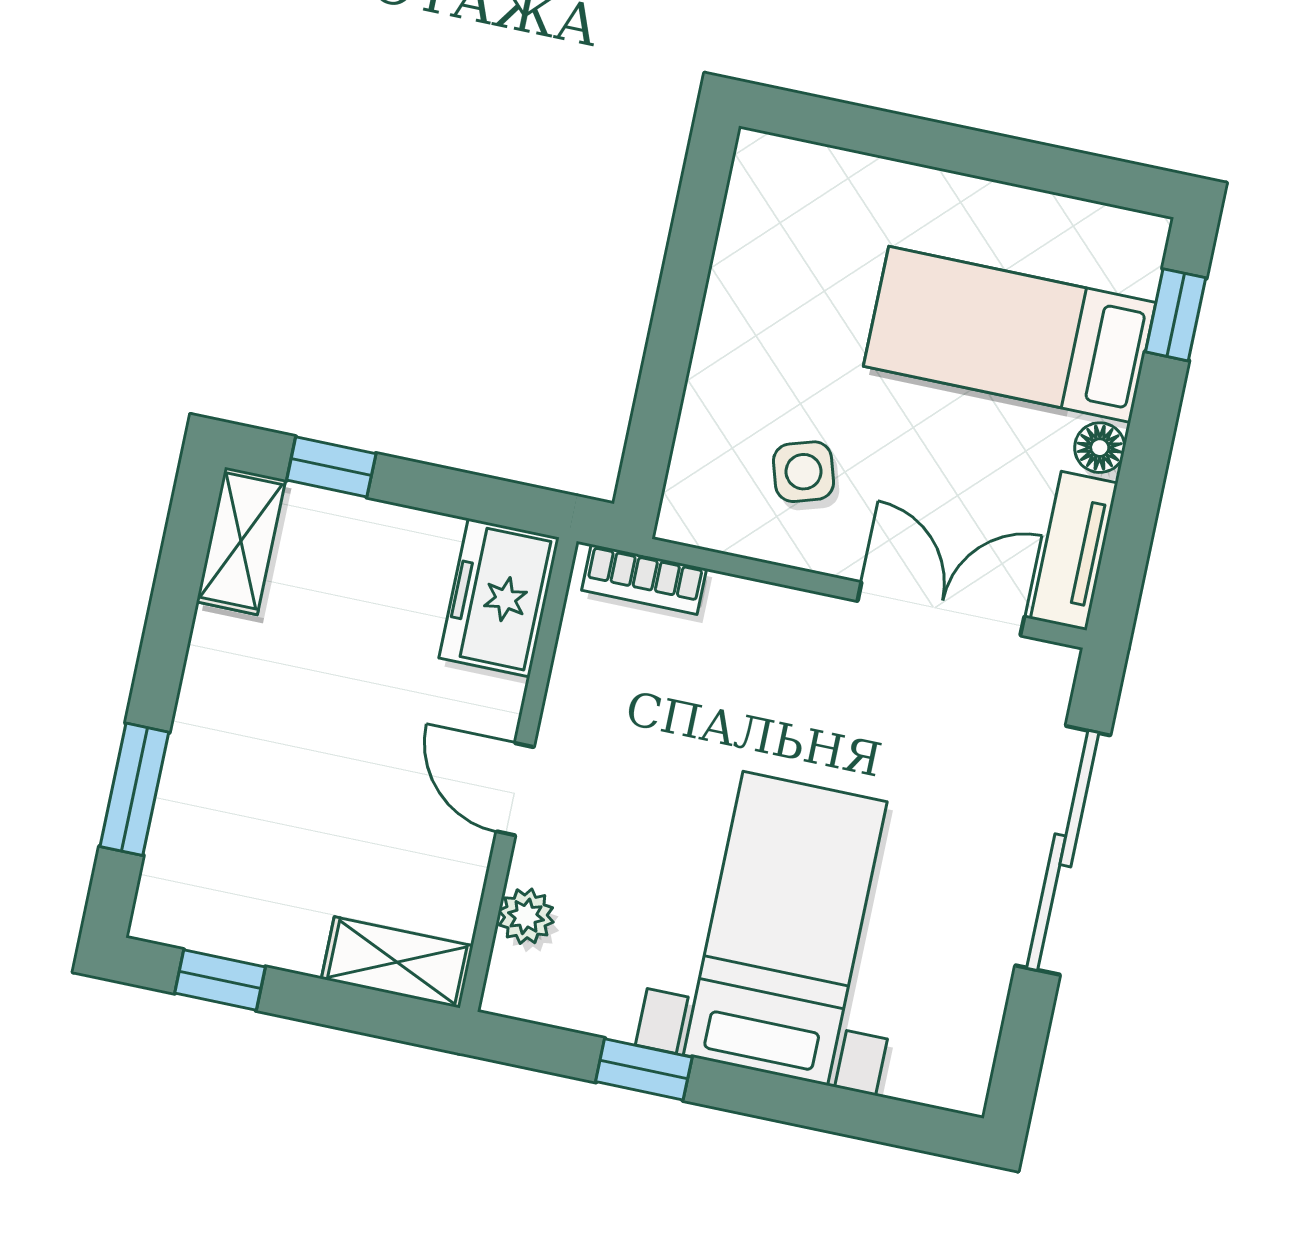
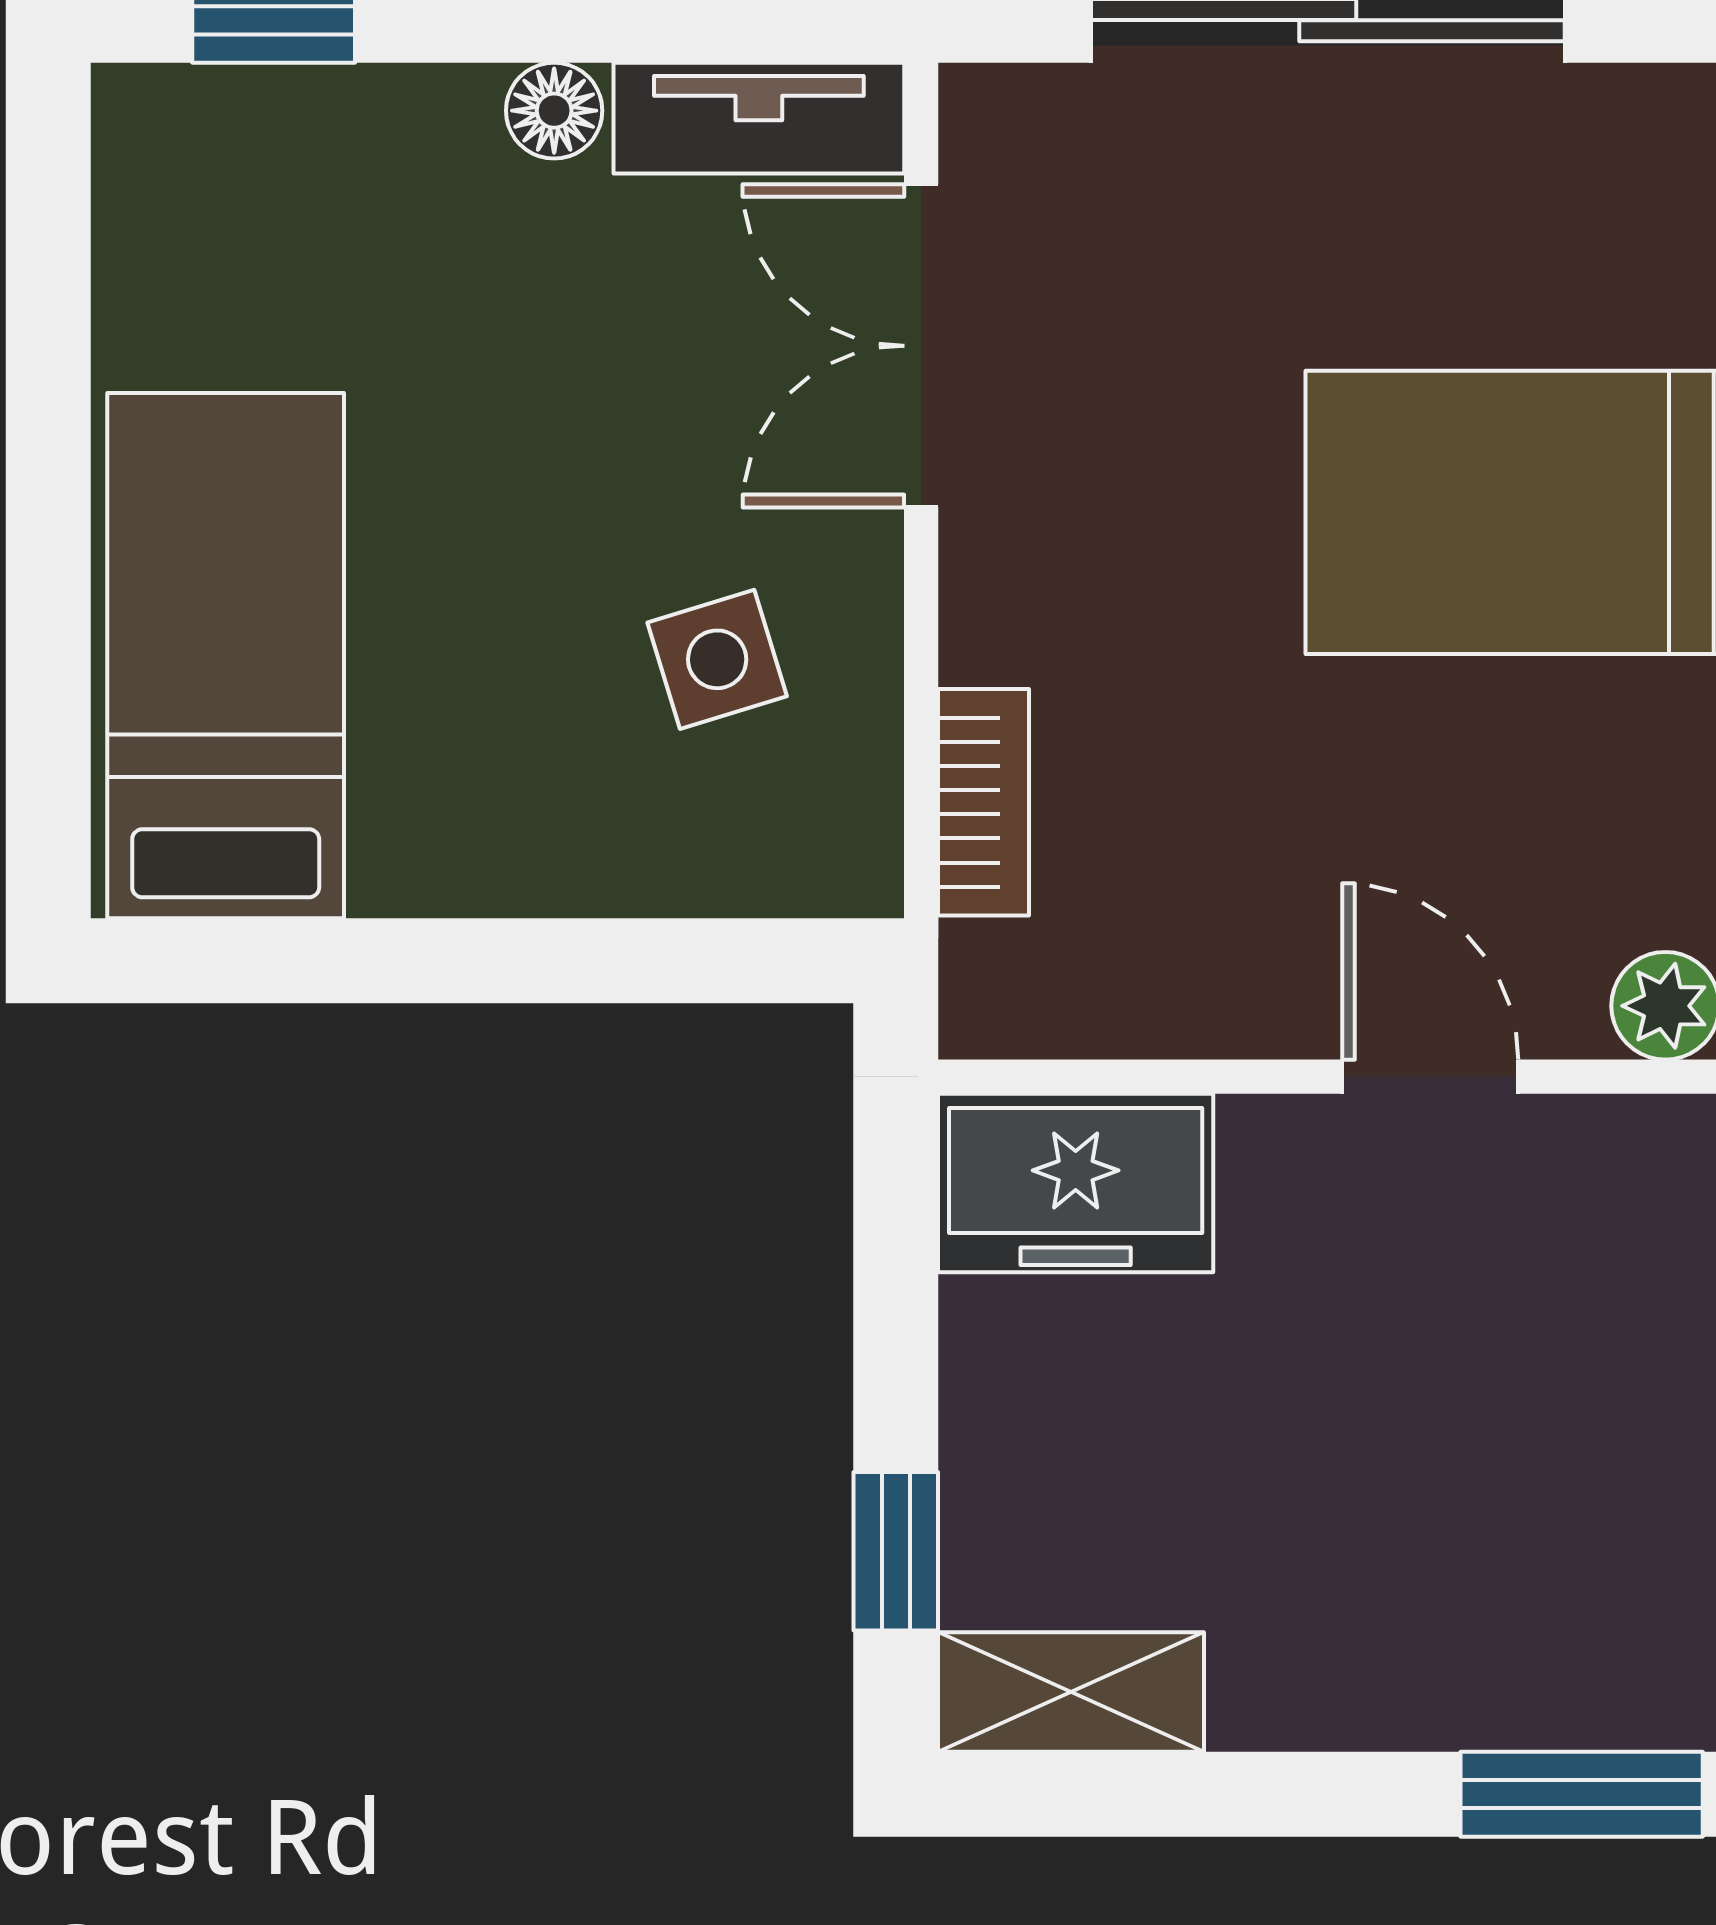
bed: (1010, 334) -> (226, 656), moved, turned 180
bookcase: (644, 579) -> (983, 802), moved
door: (515, 789) -> (1430, 1077), swing flipped

